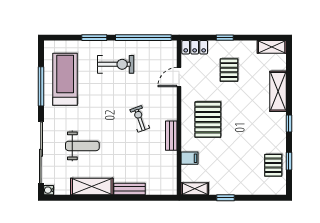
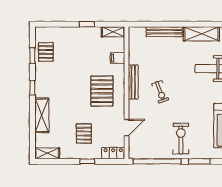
exercise bike: (116, 64) -> (181, 138), turned 90
bench: (171, 136) -> (133, 82), width x1.36
bench: (129, 189) -> (164, 32), width x1.36

